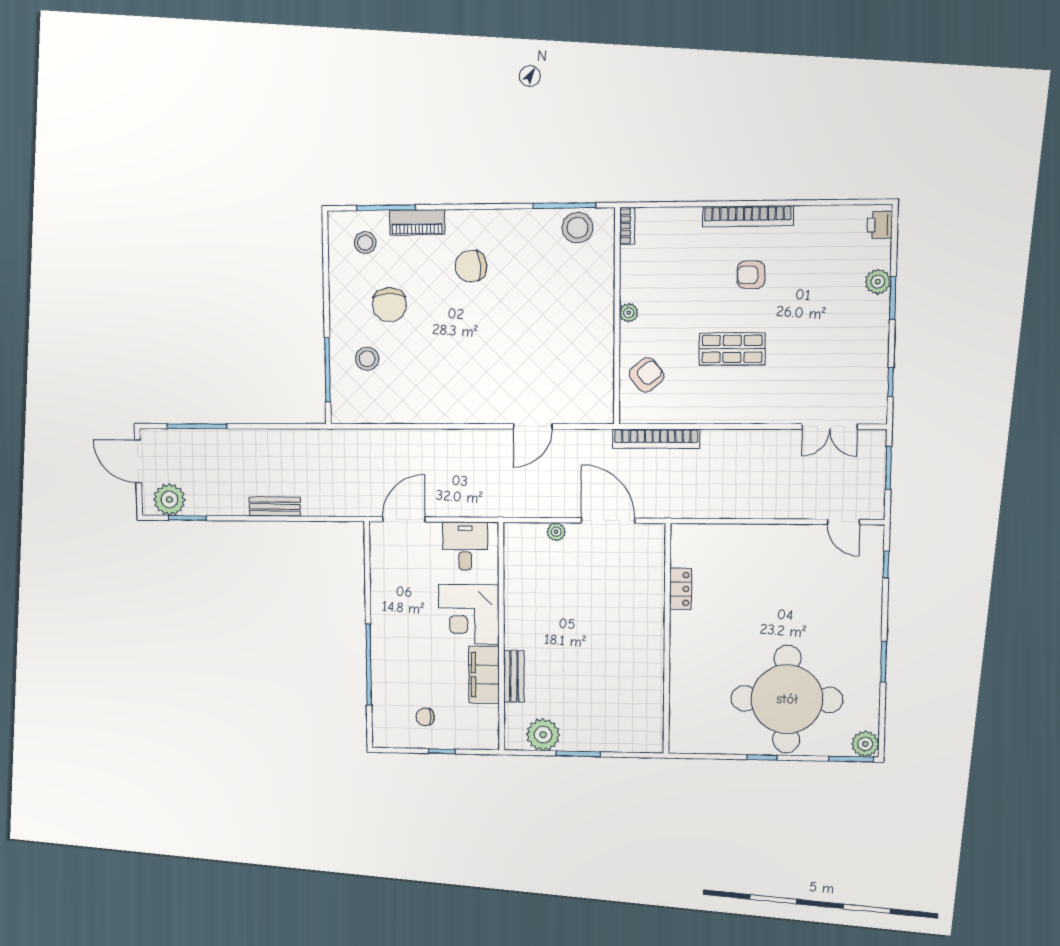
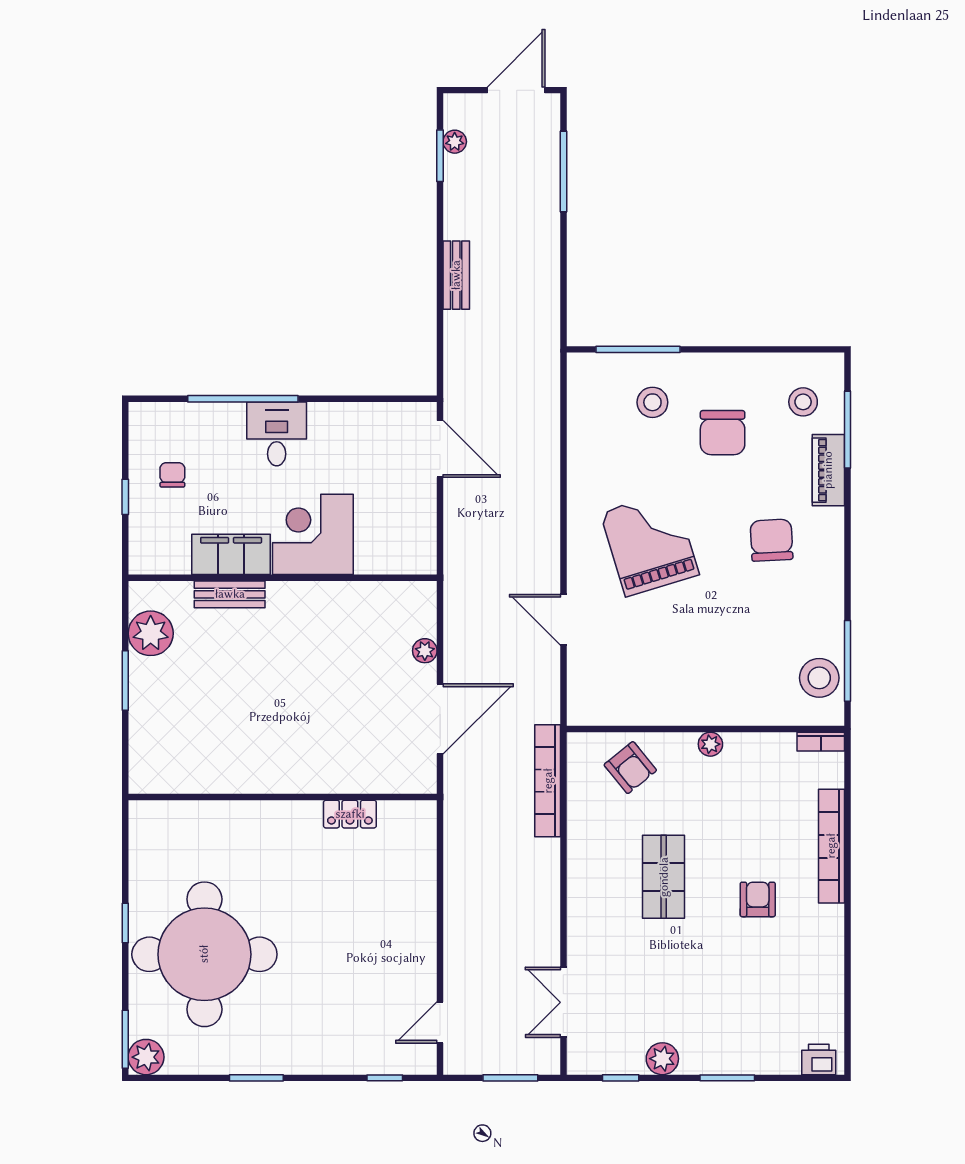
bookcase: (748, 216) -> (831, 846), moved
plant: (878, 282) -> (662, 1059), moved
chair: (389, 305) -> (723, 433), turned -90
grand piano: (474, 361) -> (650, 544), added
plant: (169, 500) -> (455, 142), width x0.53, depth x0.53
desk: (465, 546) -> (277, 434), moved, turned -90

